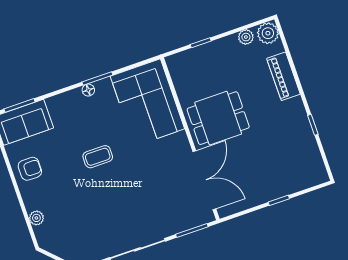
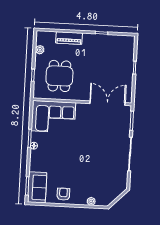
plant: (268, 33) -> (43, 37), removed
dining table: (218, 118) -> (59, 76), moved
coffee table: (98, 157) -> (72, 155), removed

